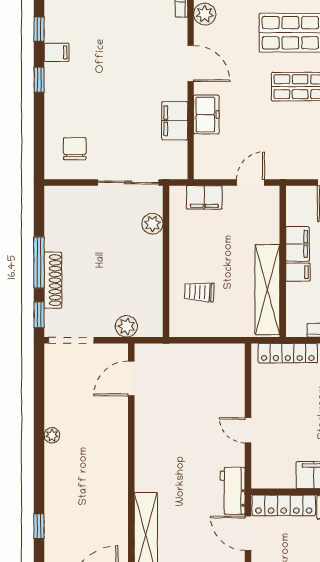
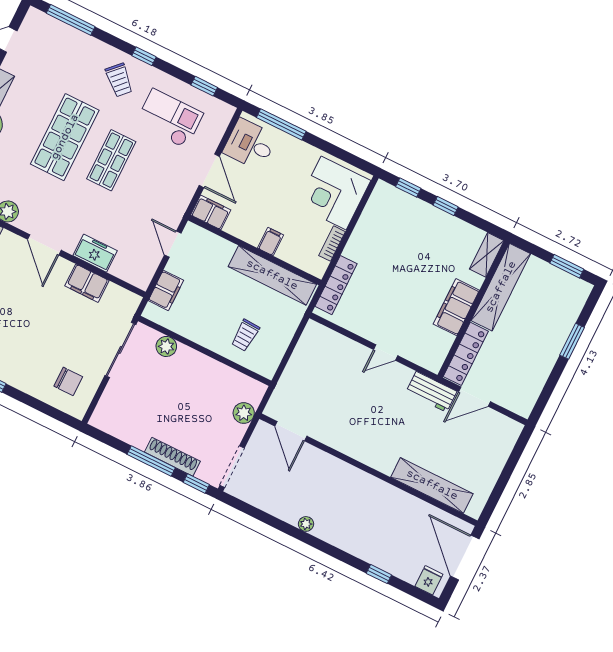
door: (191, 63) -> (44, 245), swing flipped
chair: (75, 149) -> (68, 381), turned 180
filing cabinet: (298, 244) -> (211, 212), moved

